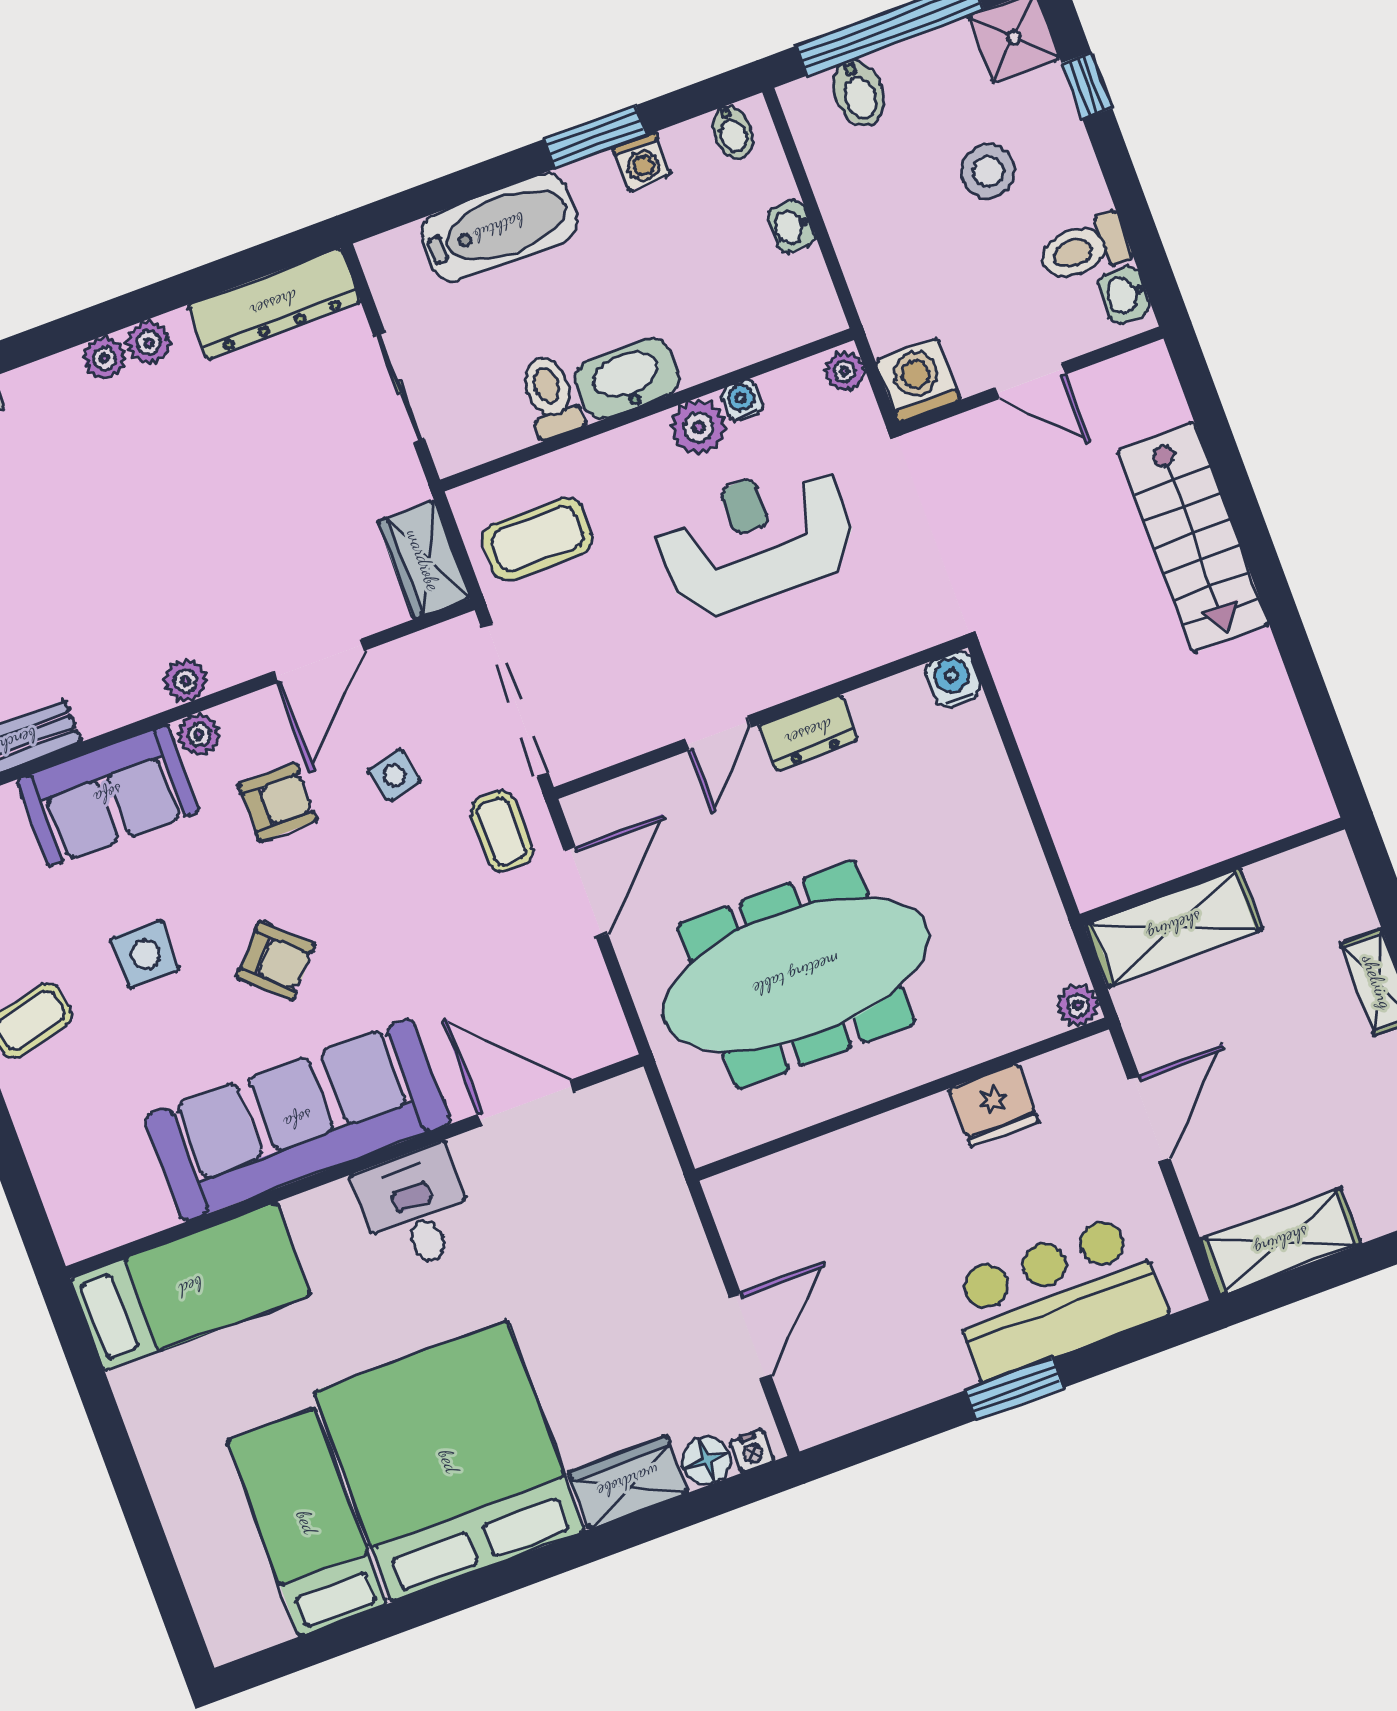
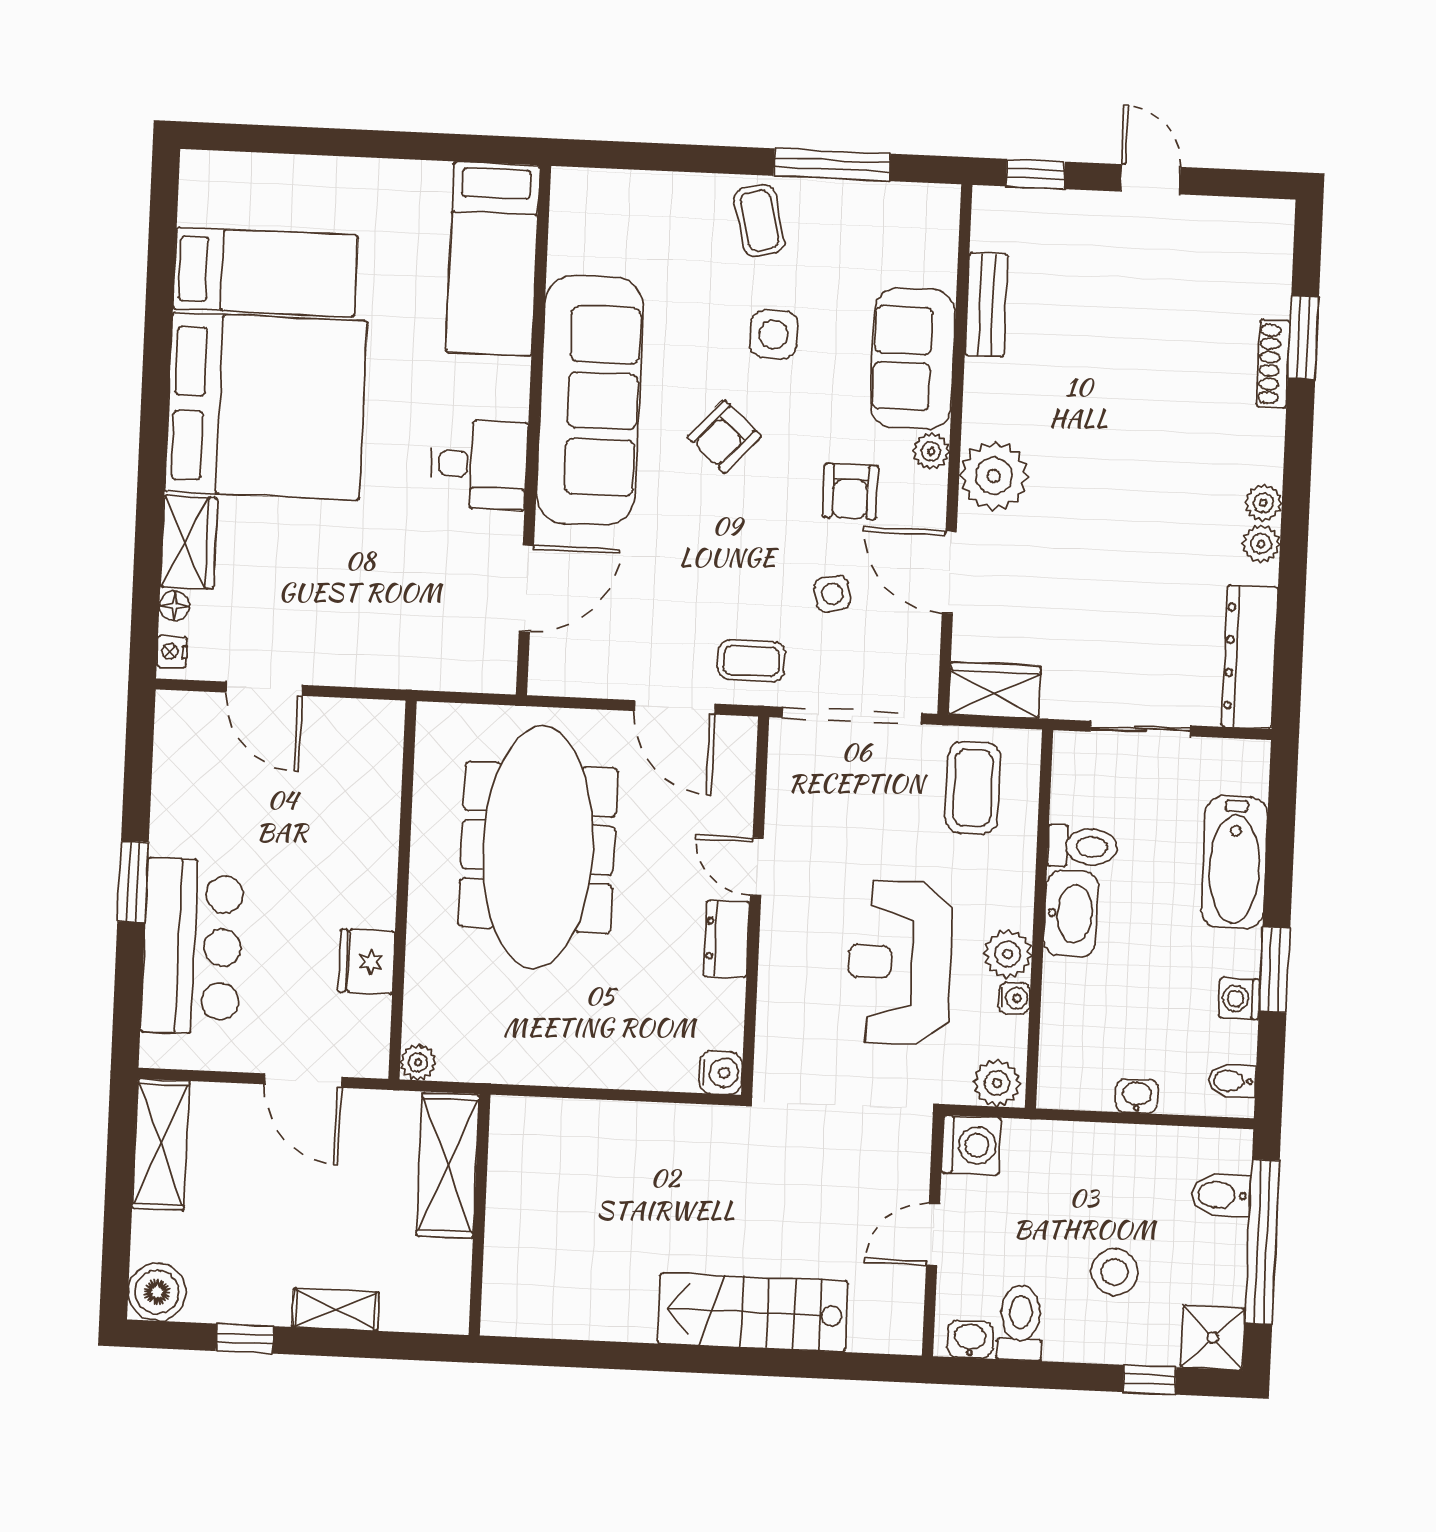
plant: (845, 371) -> (997, 1083), width x1.38, depth x1.38
reception desk: (756, 539) -> (899, 963), turned 180
plant: (185, 681) -> (994, 476), width x1.88, depth x1.88
floor lamp: (706, 1461) -> (174, 606), width x0.73, depth x0.73

